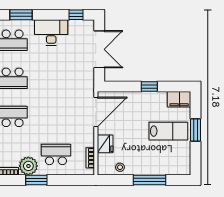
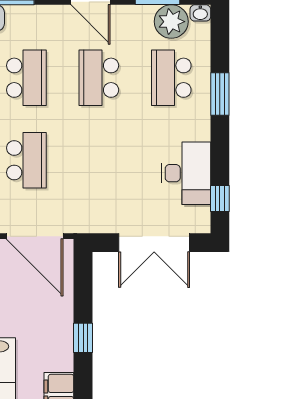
desk: (51, 33) -> (186, 173), moved
school desk: (56, 116) -> (26, 160), added

